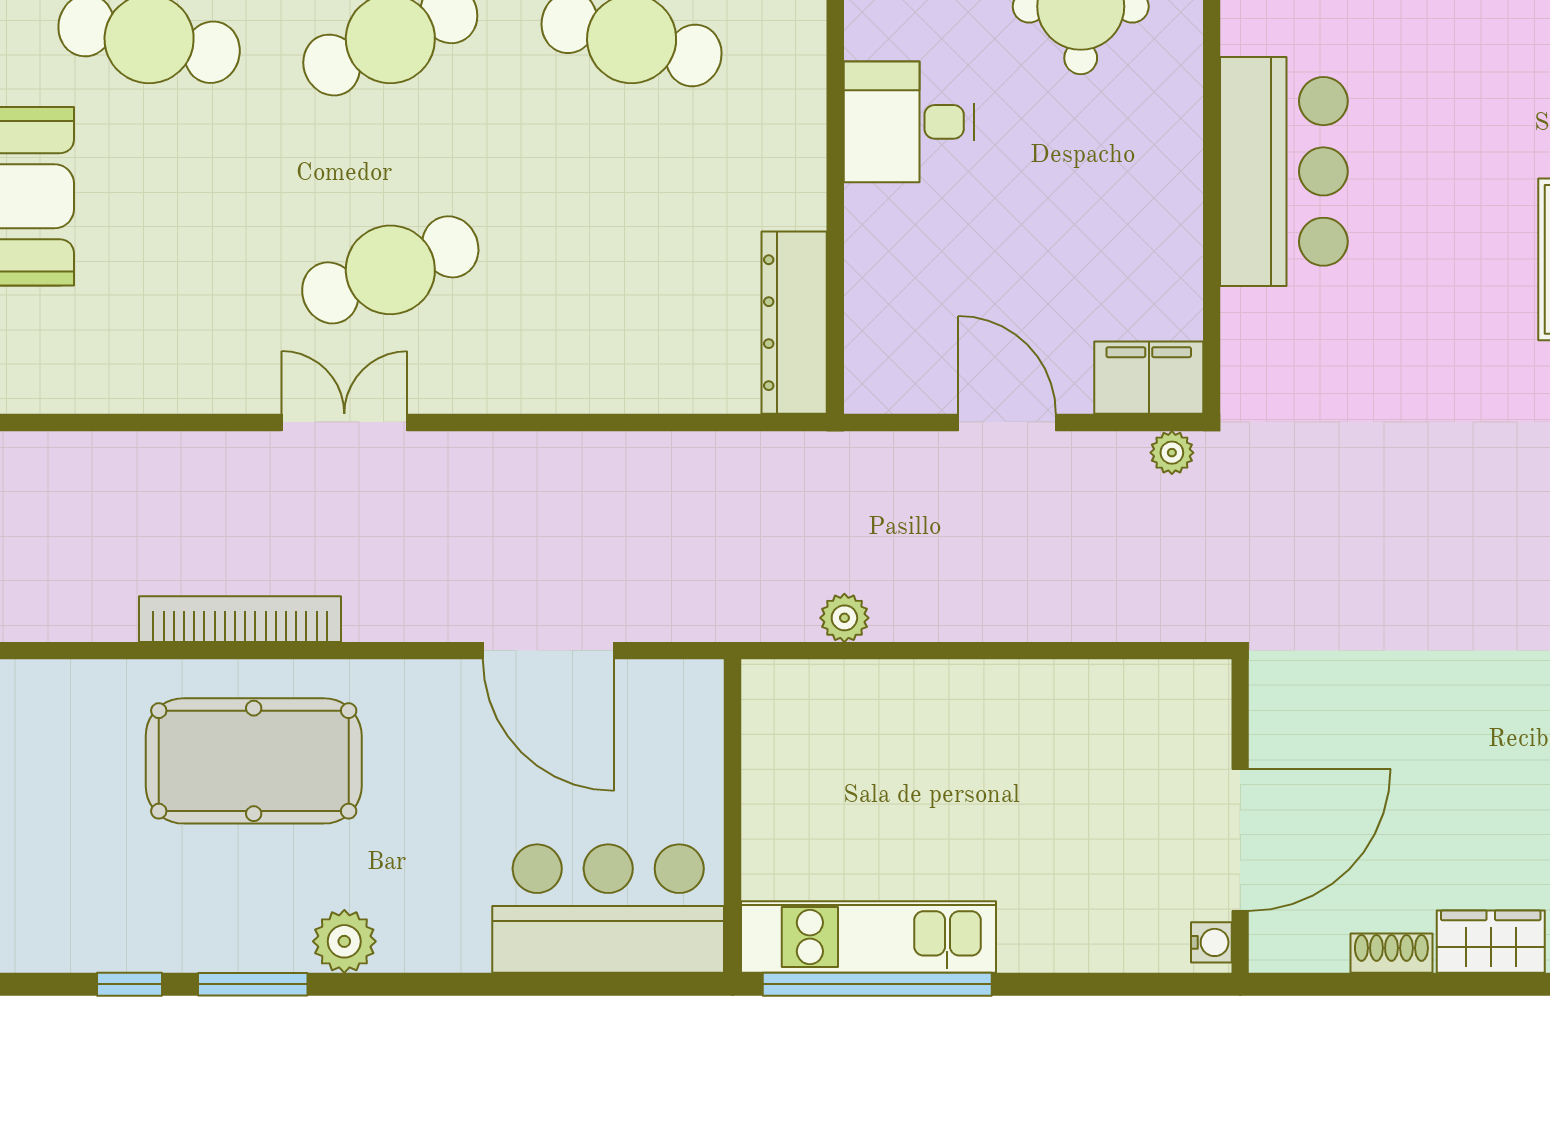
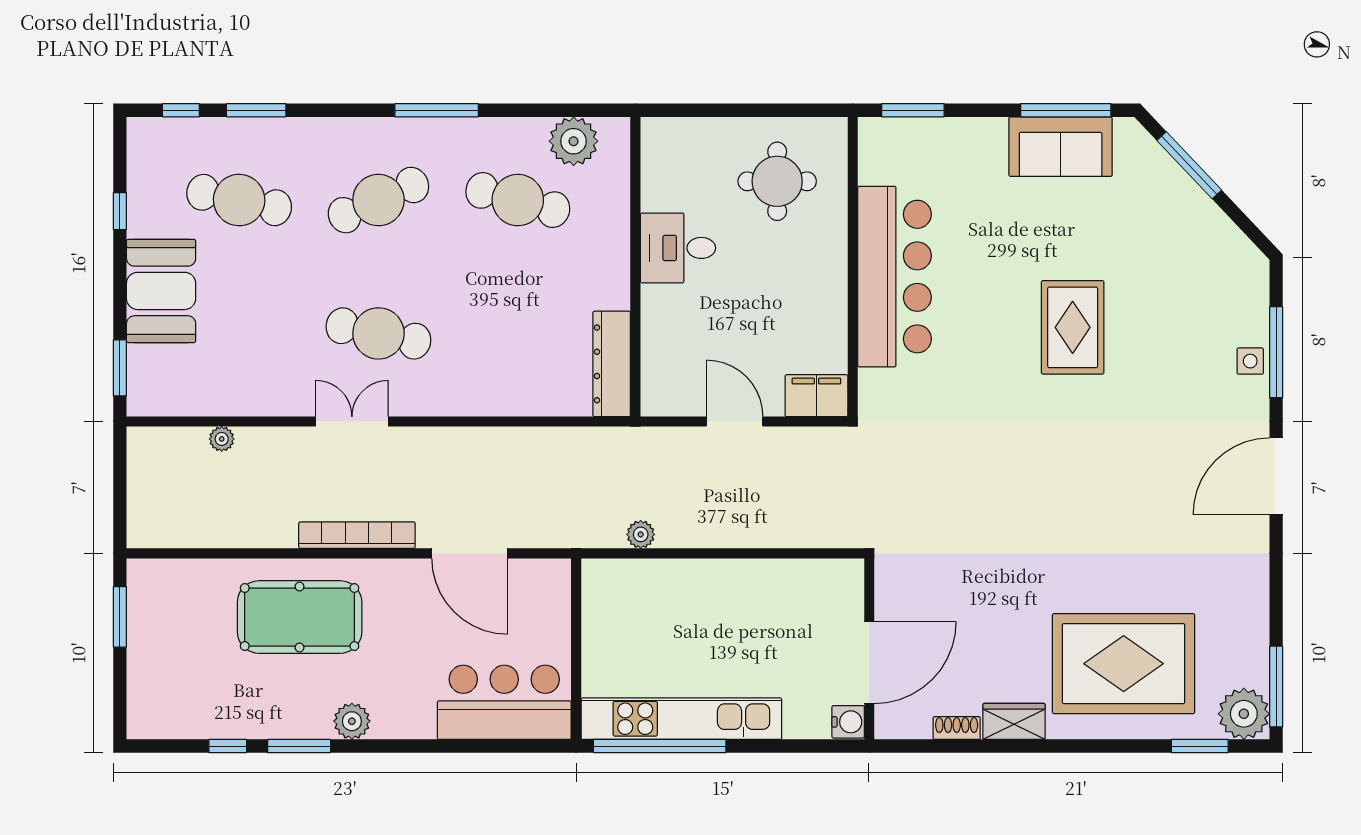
bar counter: (1284, 171) -> (895, 277), width x1.36
cafe table: (390, 270) -> (378, 333), turned 33
plant: (1172, 453) -> (222, 439), moved
bookcase: (240, 619) -> (357, 535), moved
kitchen unit: (869, 937) -> (681, 719), width x1.36
water cooler: (1211, 942) -> (848, 722), width x1.38, depth x1.38

